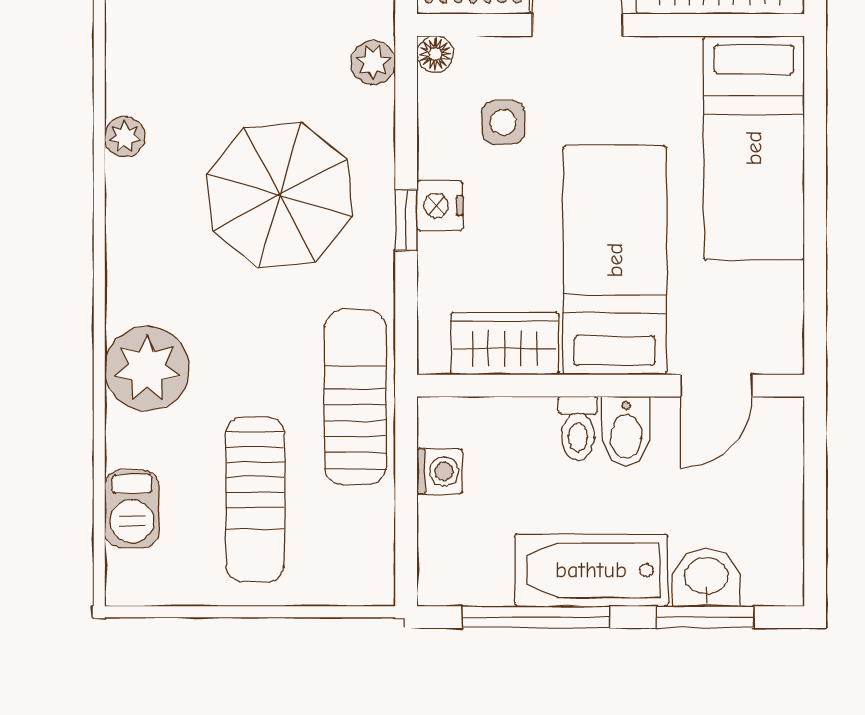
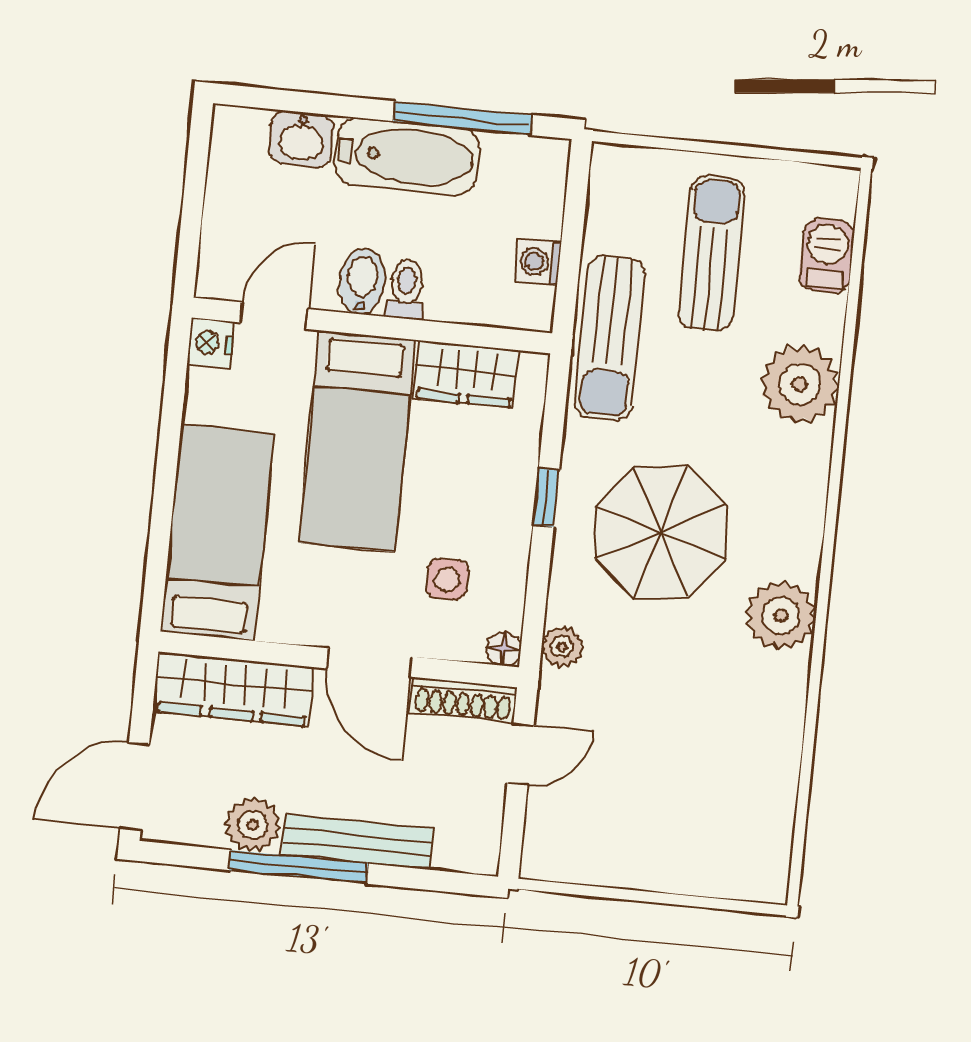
plant: (125, 137) -> (781, 616), width x1.88, depth x1.88
nightstand: (440, 206) -> (211, 343), moved, turned 180
window: (705, 617) -> (306, 102), removed

